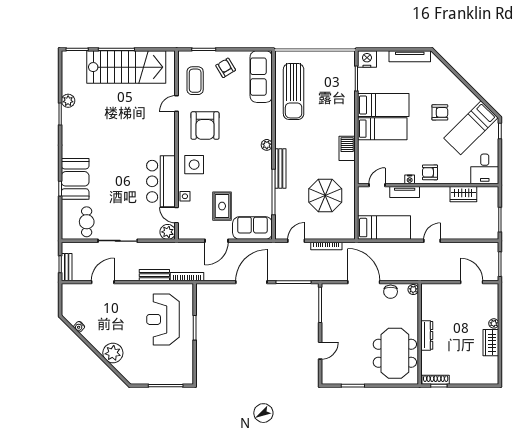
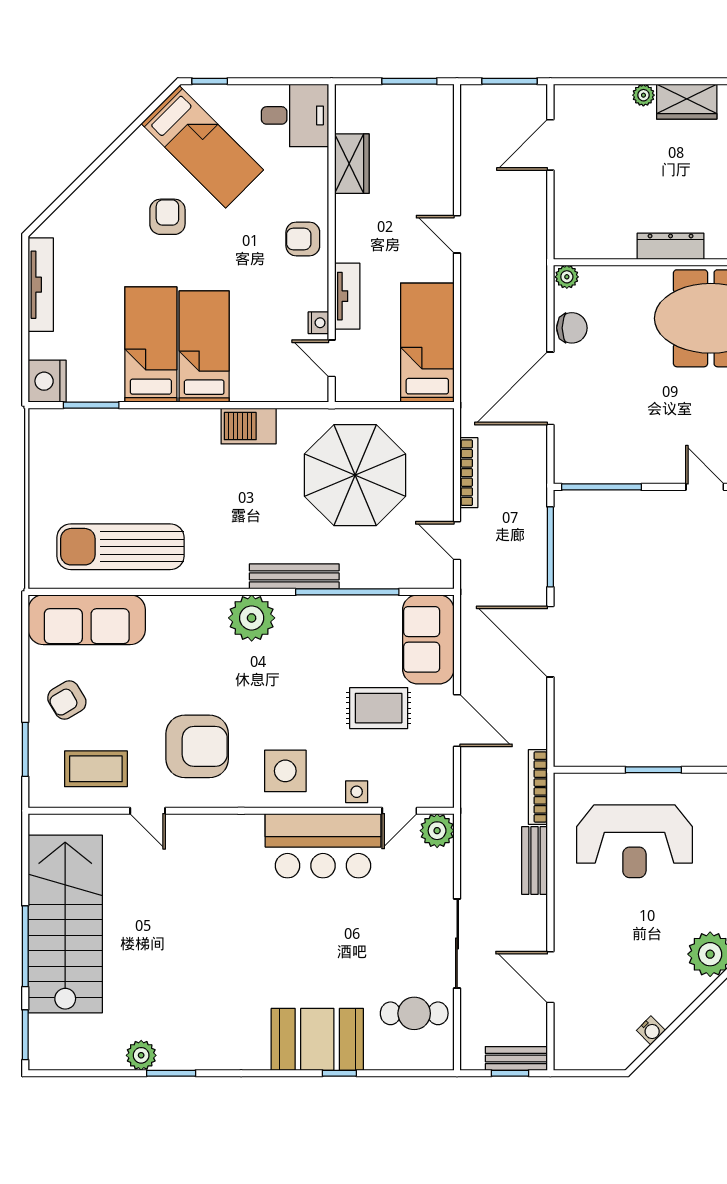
sun lounger: (294, 92) -> (120, 547), turned 180
plant: (267, 145) -> (252, 618), width x1.88, depth x1.88
armchair: (430, 172) -> (303, 239), turned 90
nightstand: (410, 179) -> (318, 323), moved
parasol: (325, 196) -> (355, 475), width x1.36, depth x1.36

